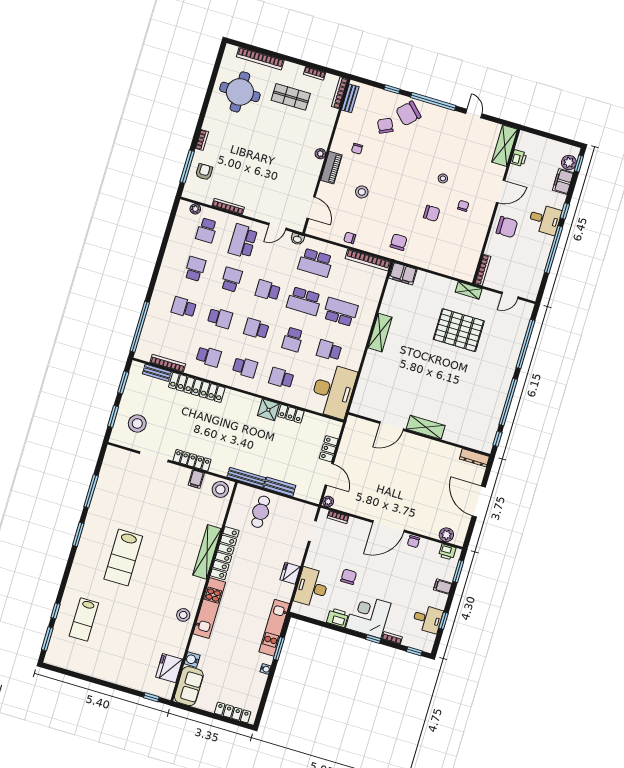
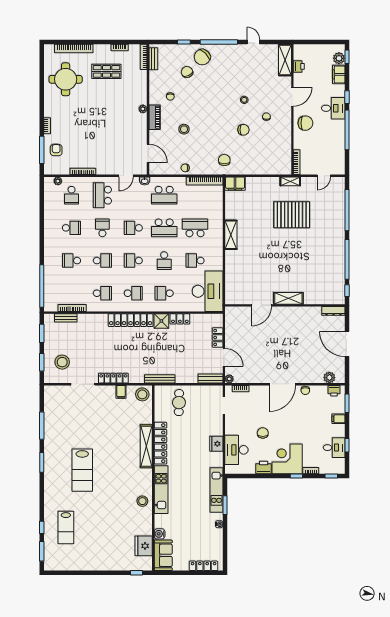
school desk: (195, 269) -> (72, 228), turned 90
locker: (197, 387) -> (131, 320), moved
bench: (280, 487) -> (210, 379), moved

